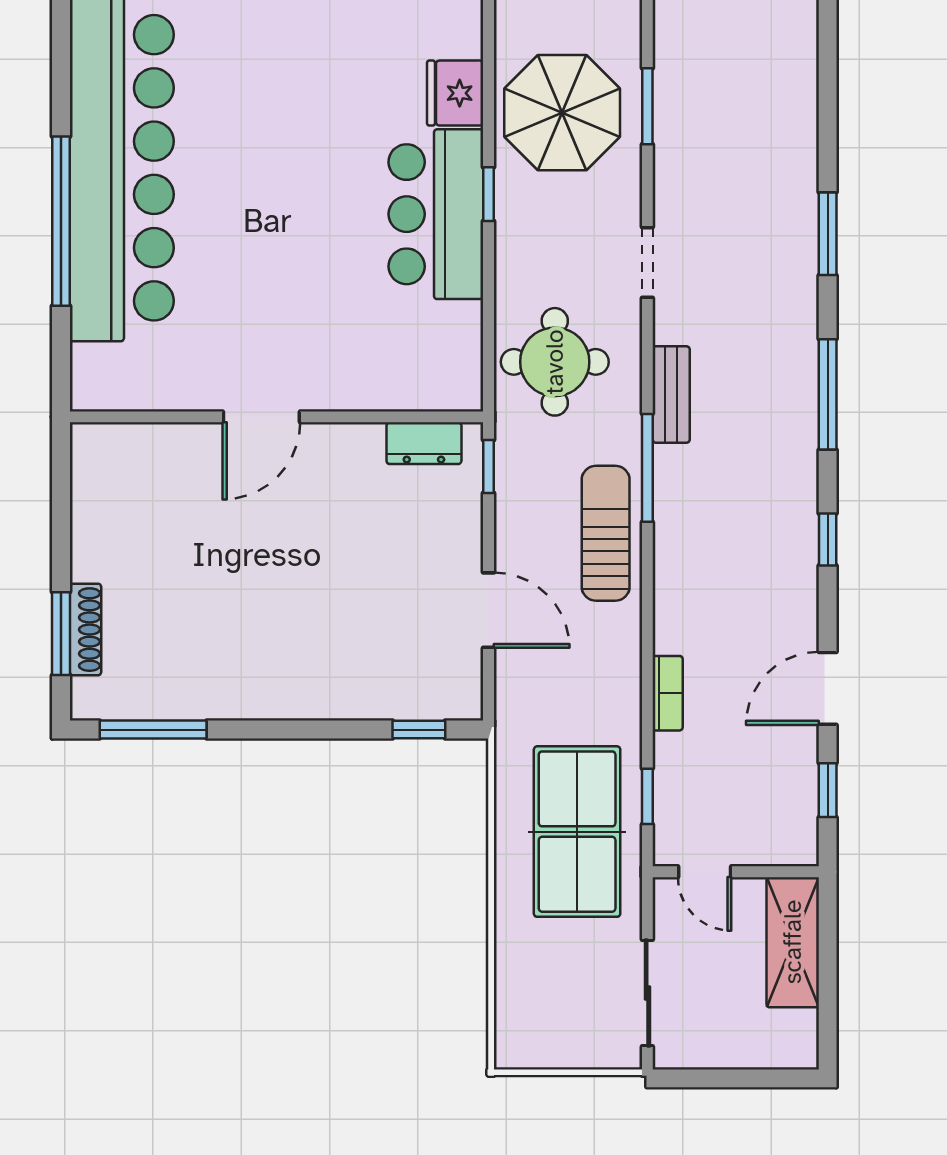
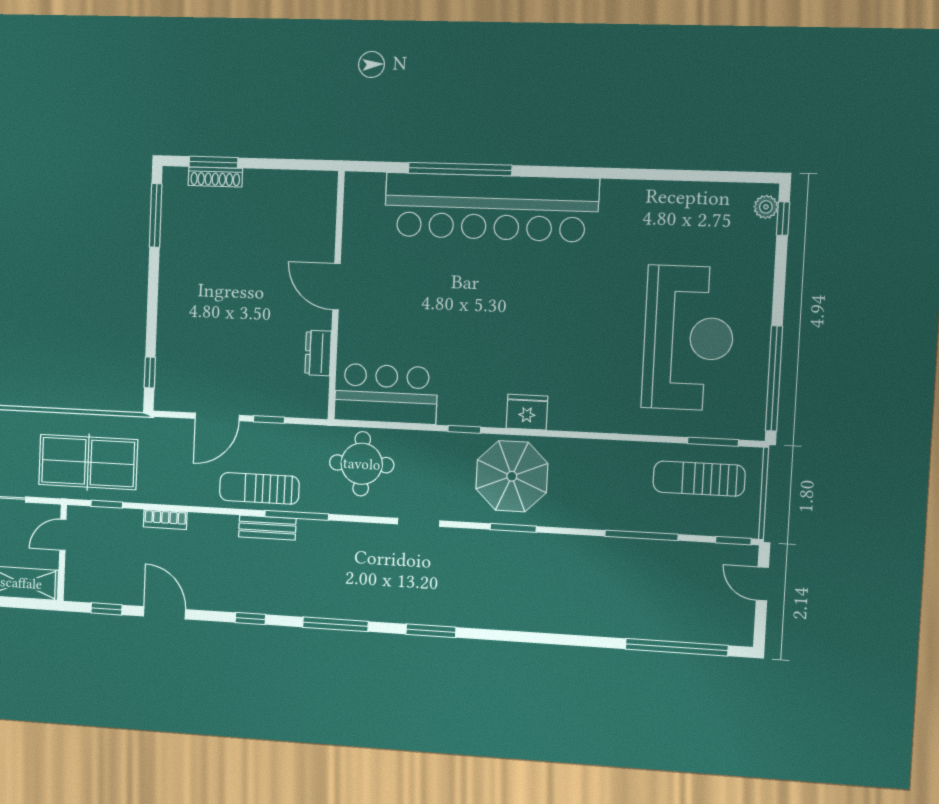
bar counter: (436, 214) -> (386, 394), moved
bench: (671, 395) -> (267, 528), moved
dresser: (424, 443) -> (318, 353), moved
window: (488, 466) -> (269, 419), moved
sun lounger: (606, 533) -> (259, 488), turned 180

